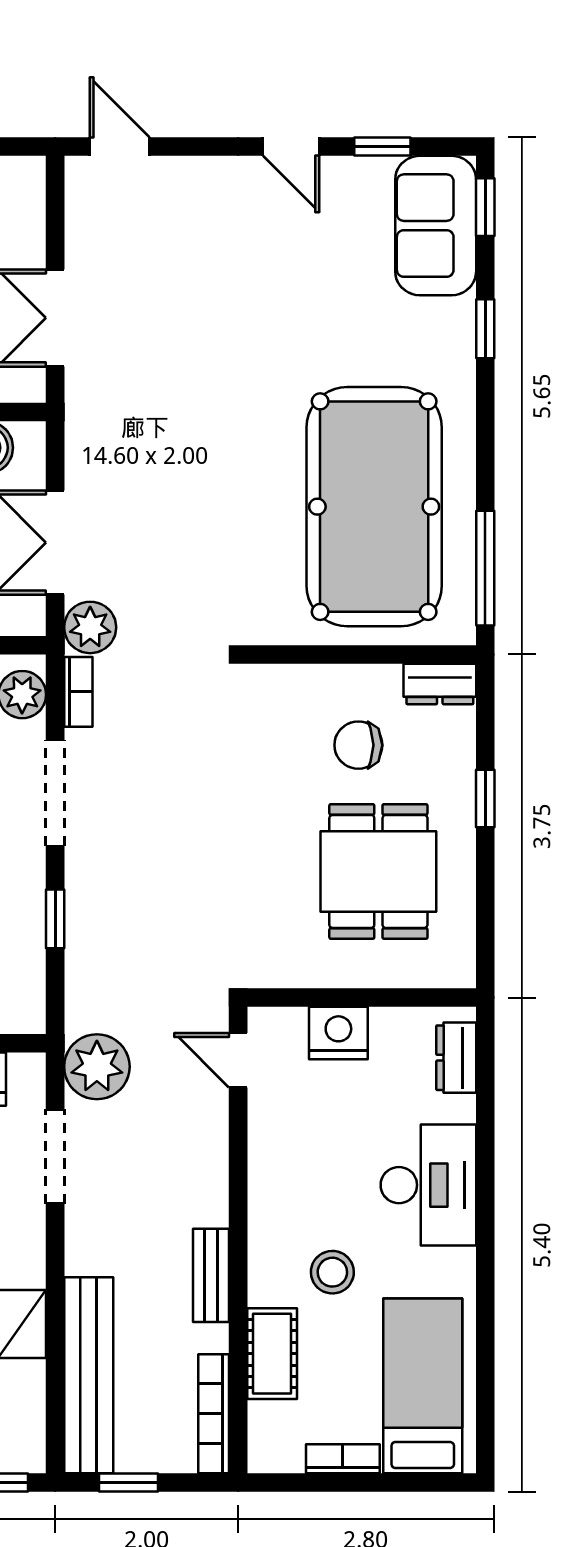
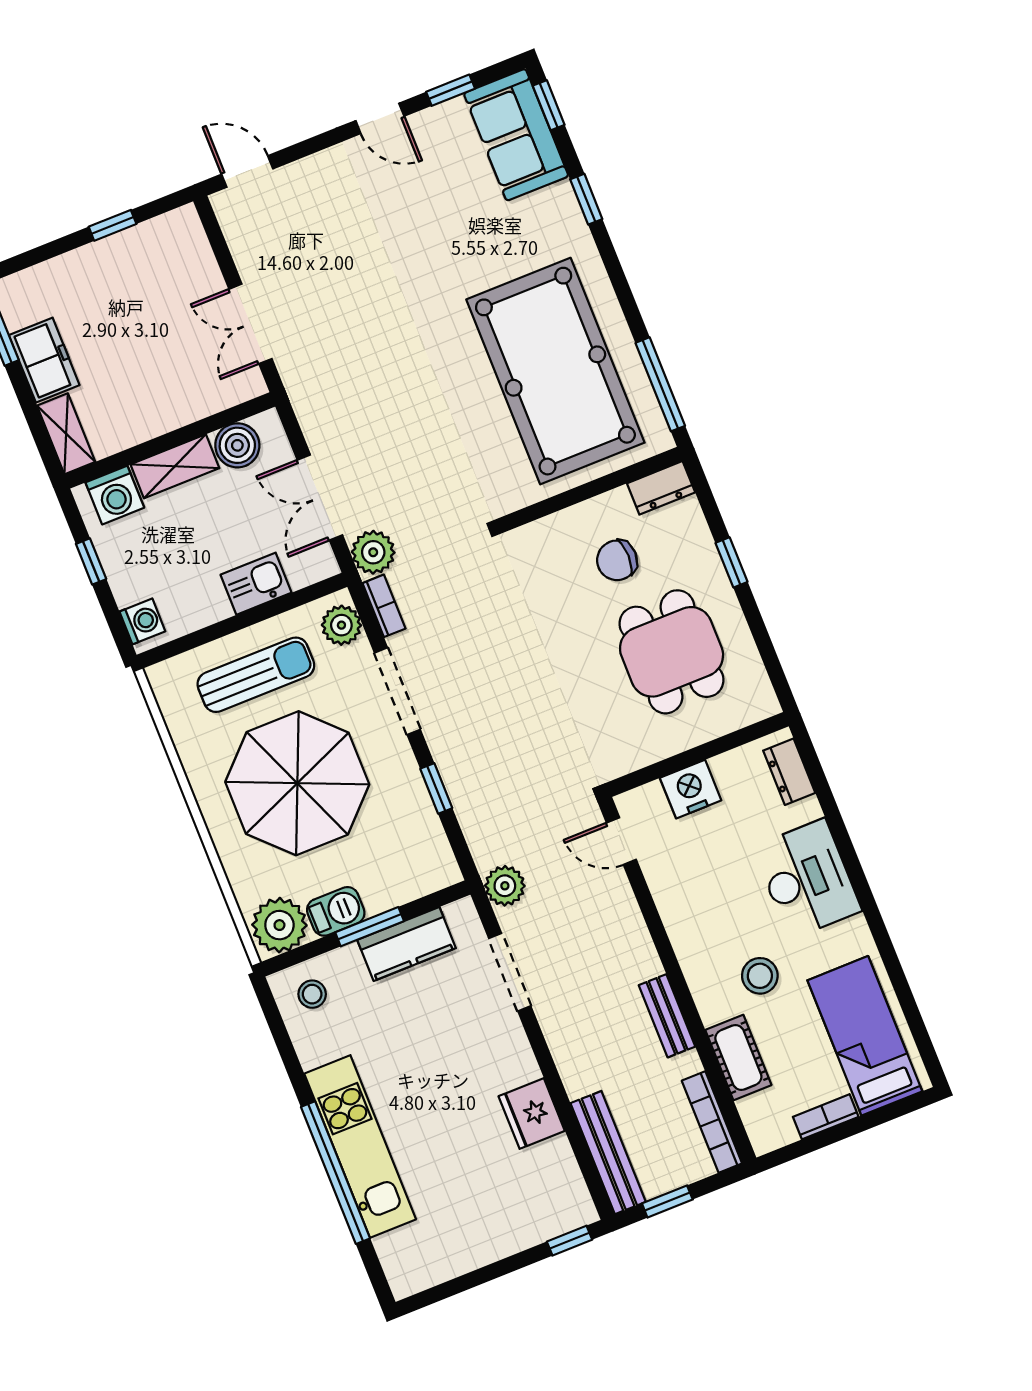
plant: (97, 1067) -> (505, 886), width x0.73, depth x0.73
bench: (89, 1375) -> (608, 1153), width x0.73, depth x0.82

